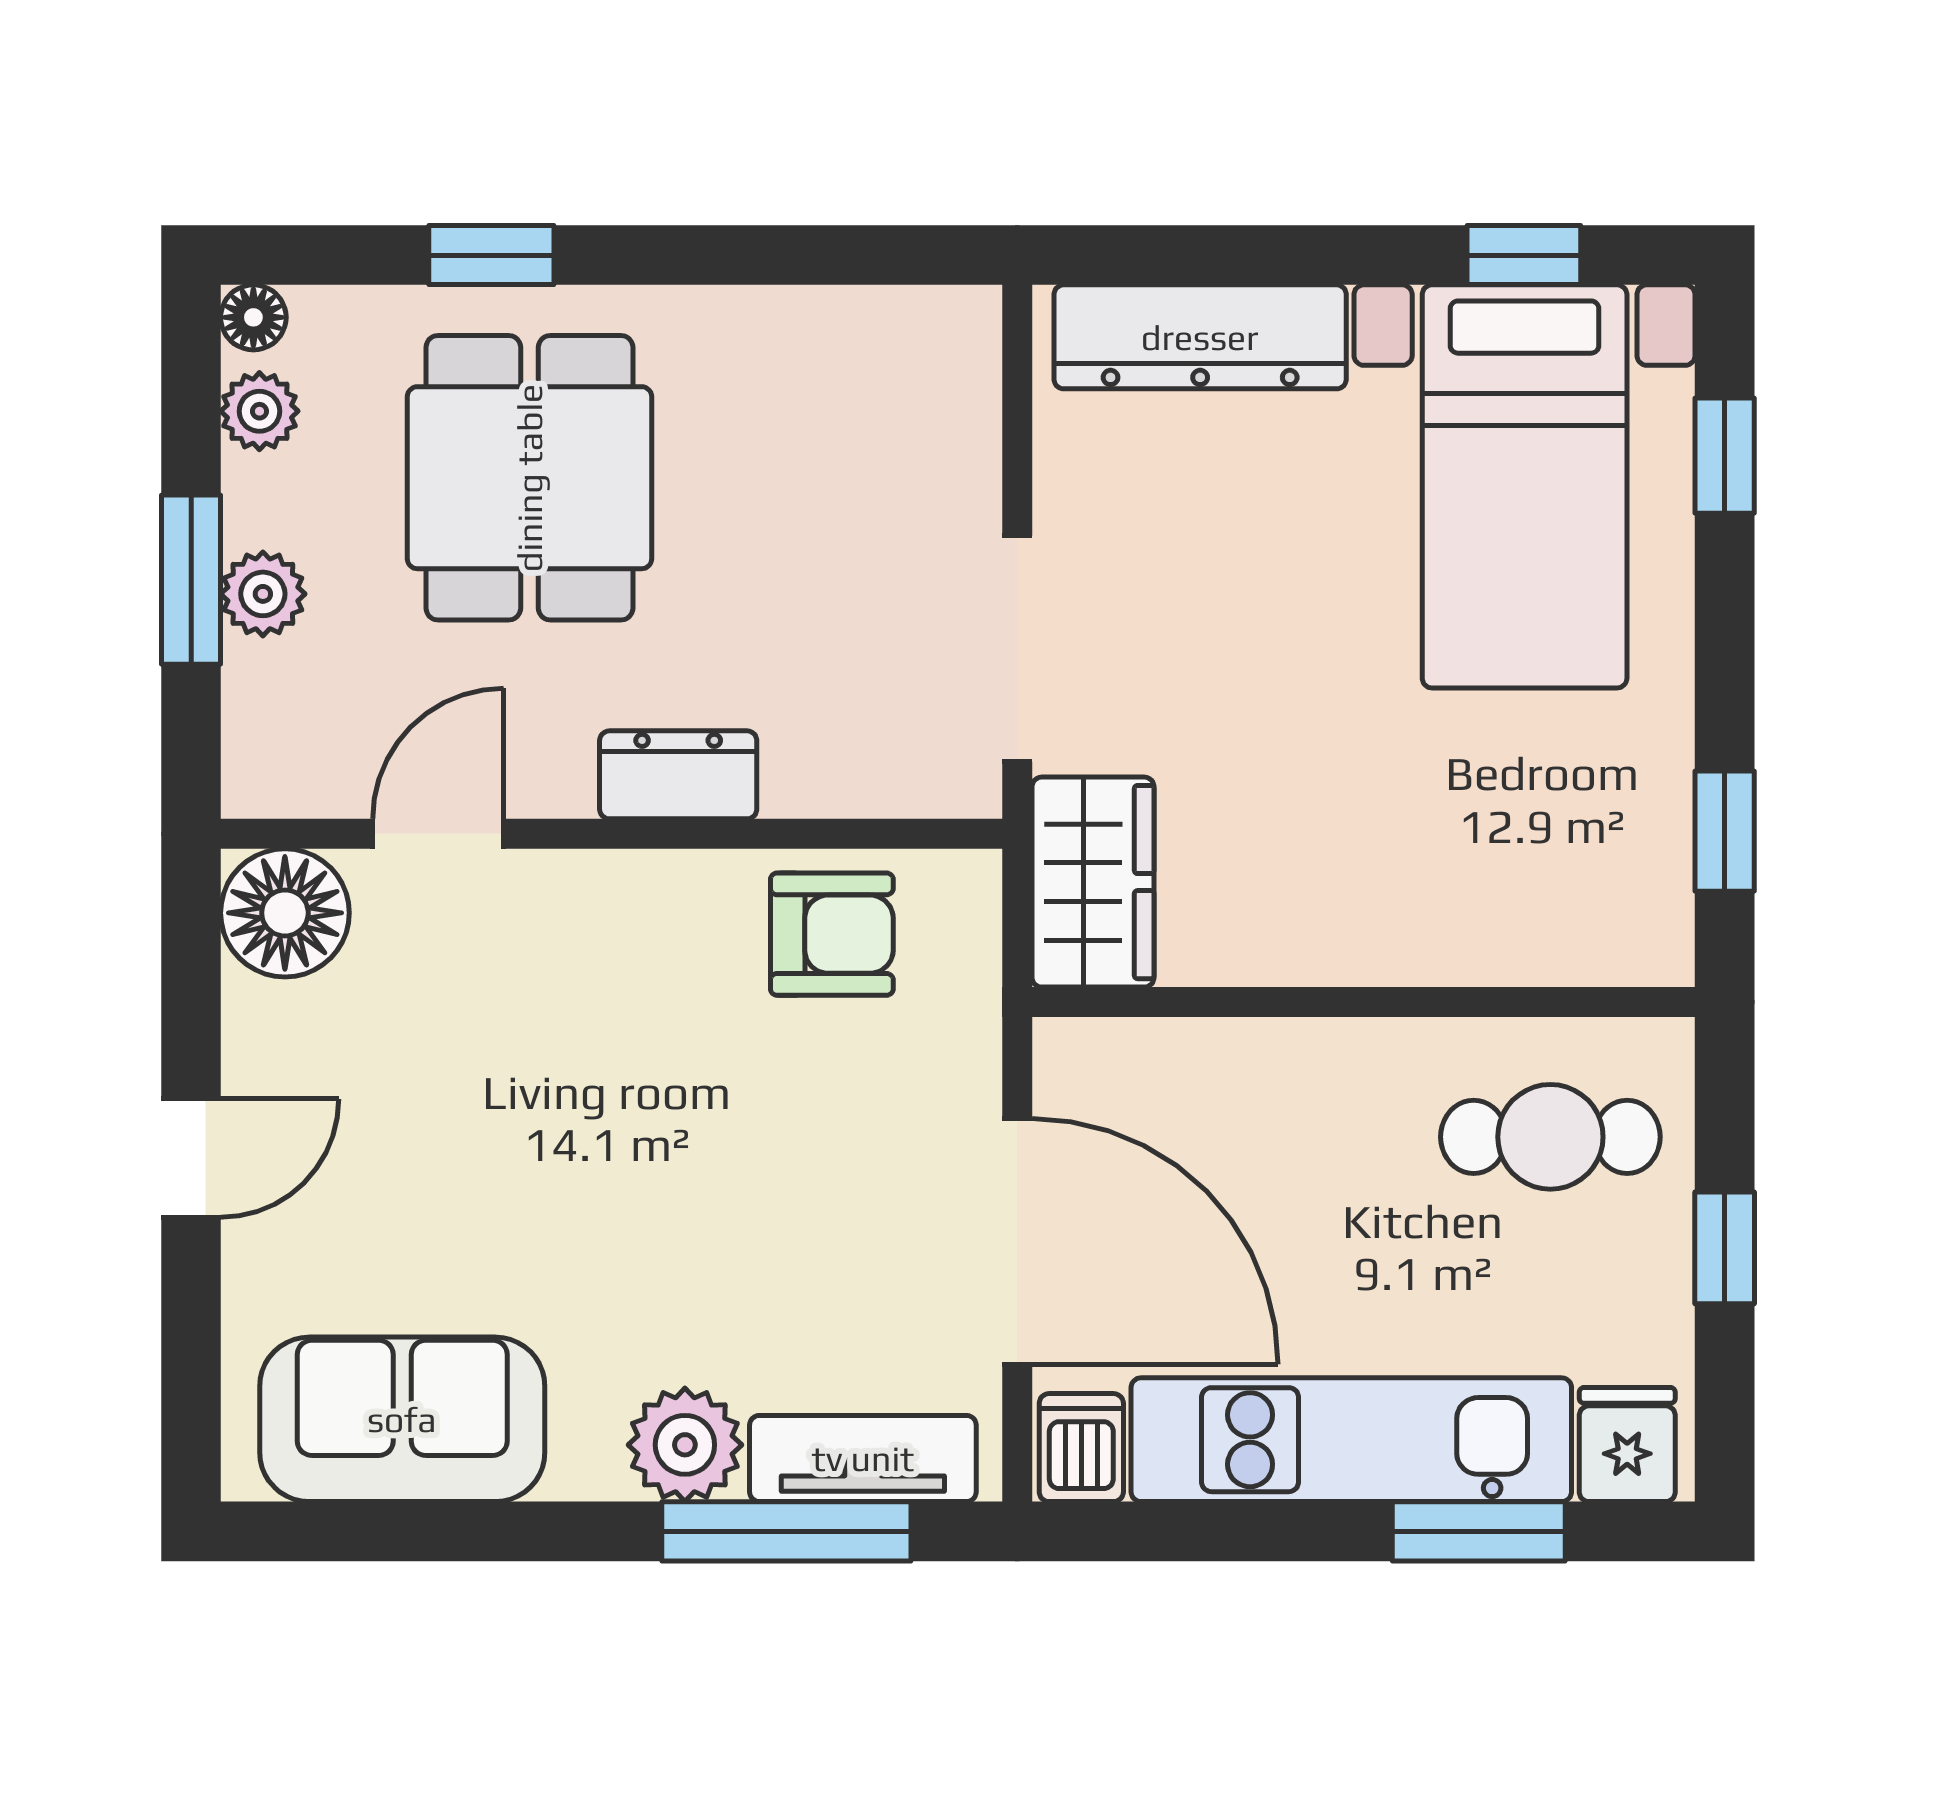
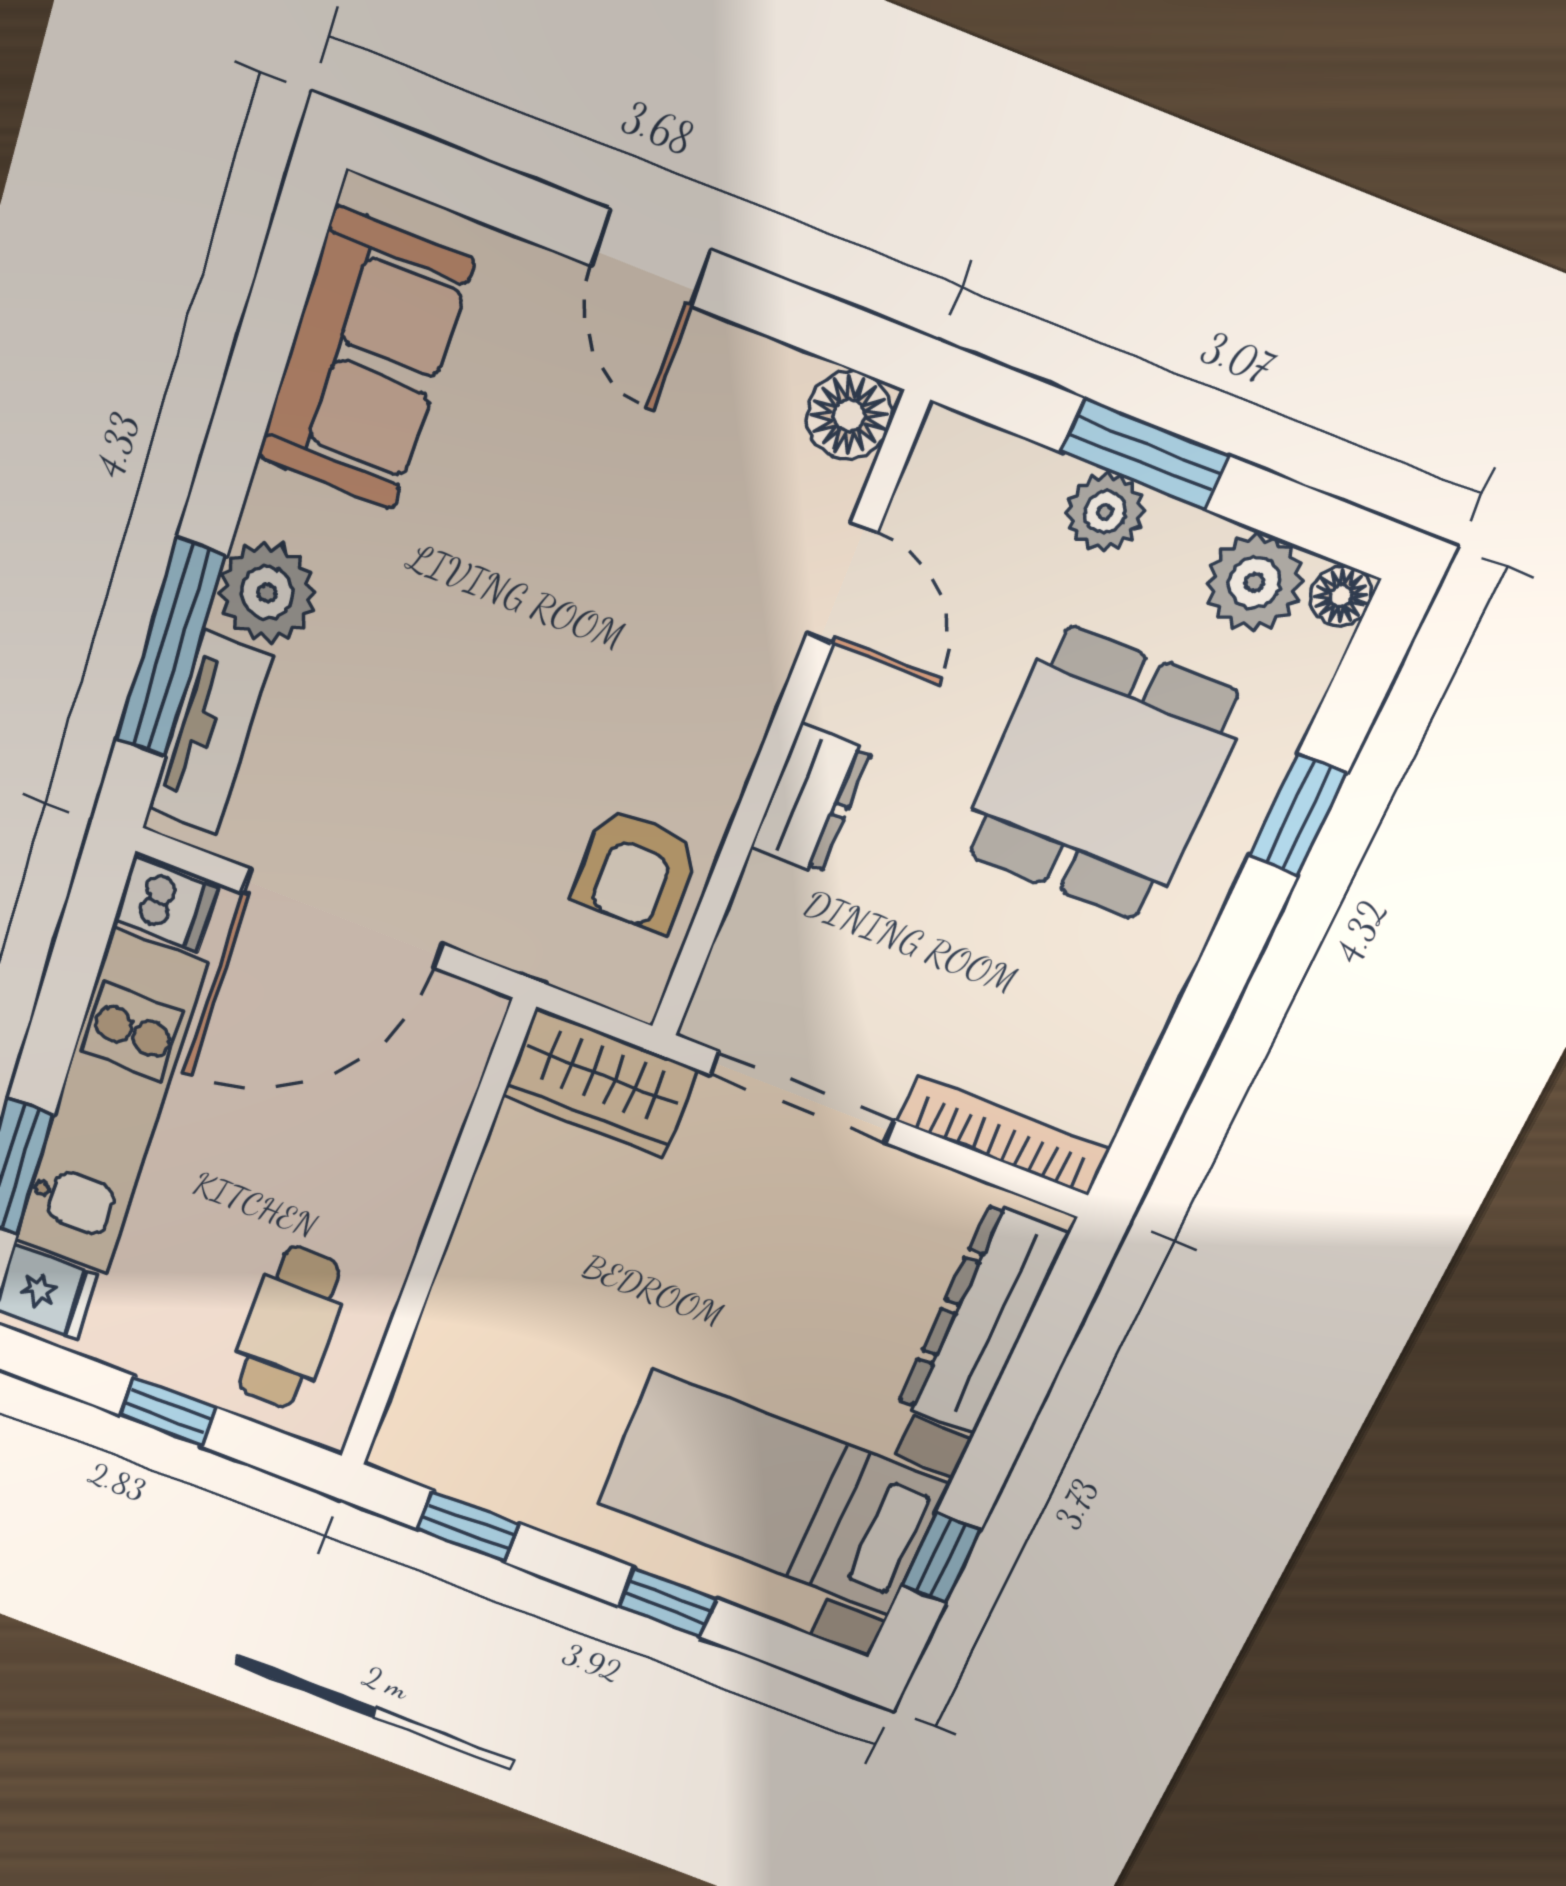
bookcase: (971, 408) -> (1004, 1136), added
plant: (259, 411) -> (1254, 583), width x1.38, depth x1.38
window: (1725, 456) -> (667, 1602), moved
dining table: (529, 478) -> (1102, 774), turned 90
floor lamp: (285, 913) -> (849, 415), width x0.73, depth x0.73

